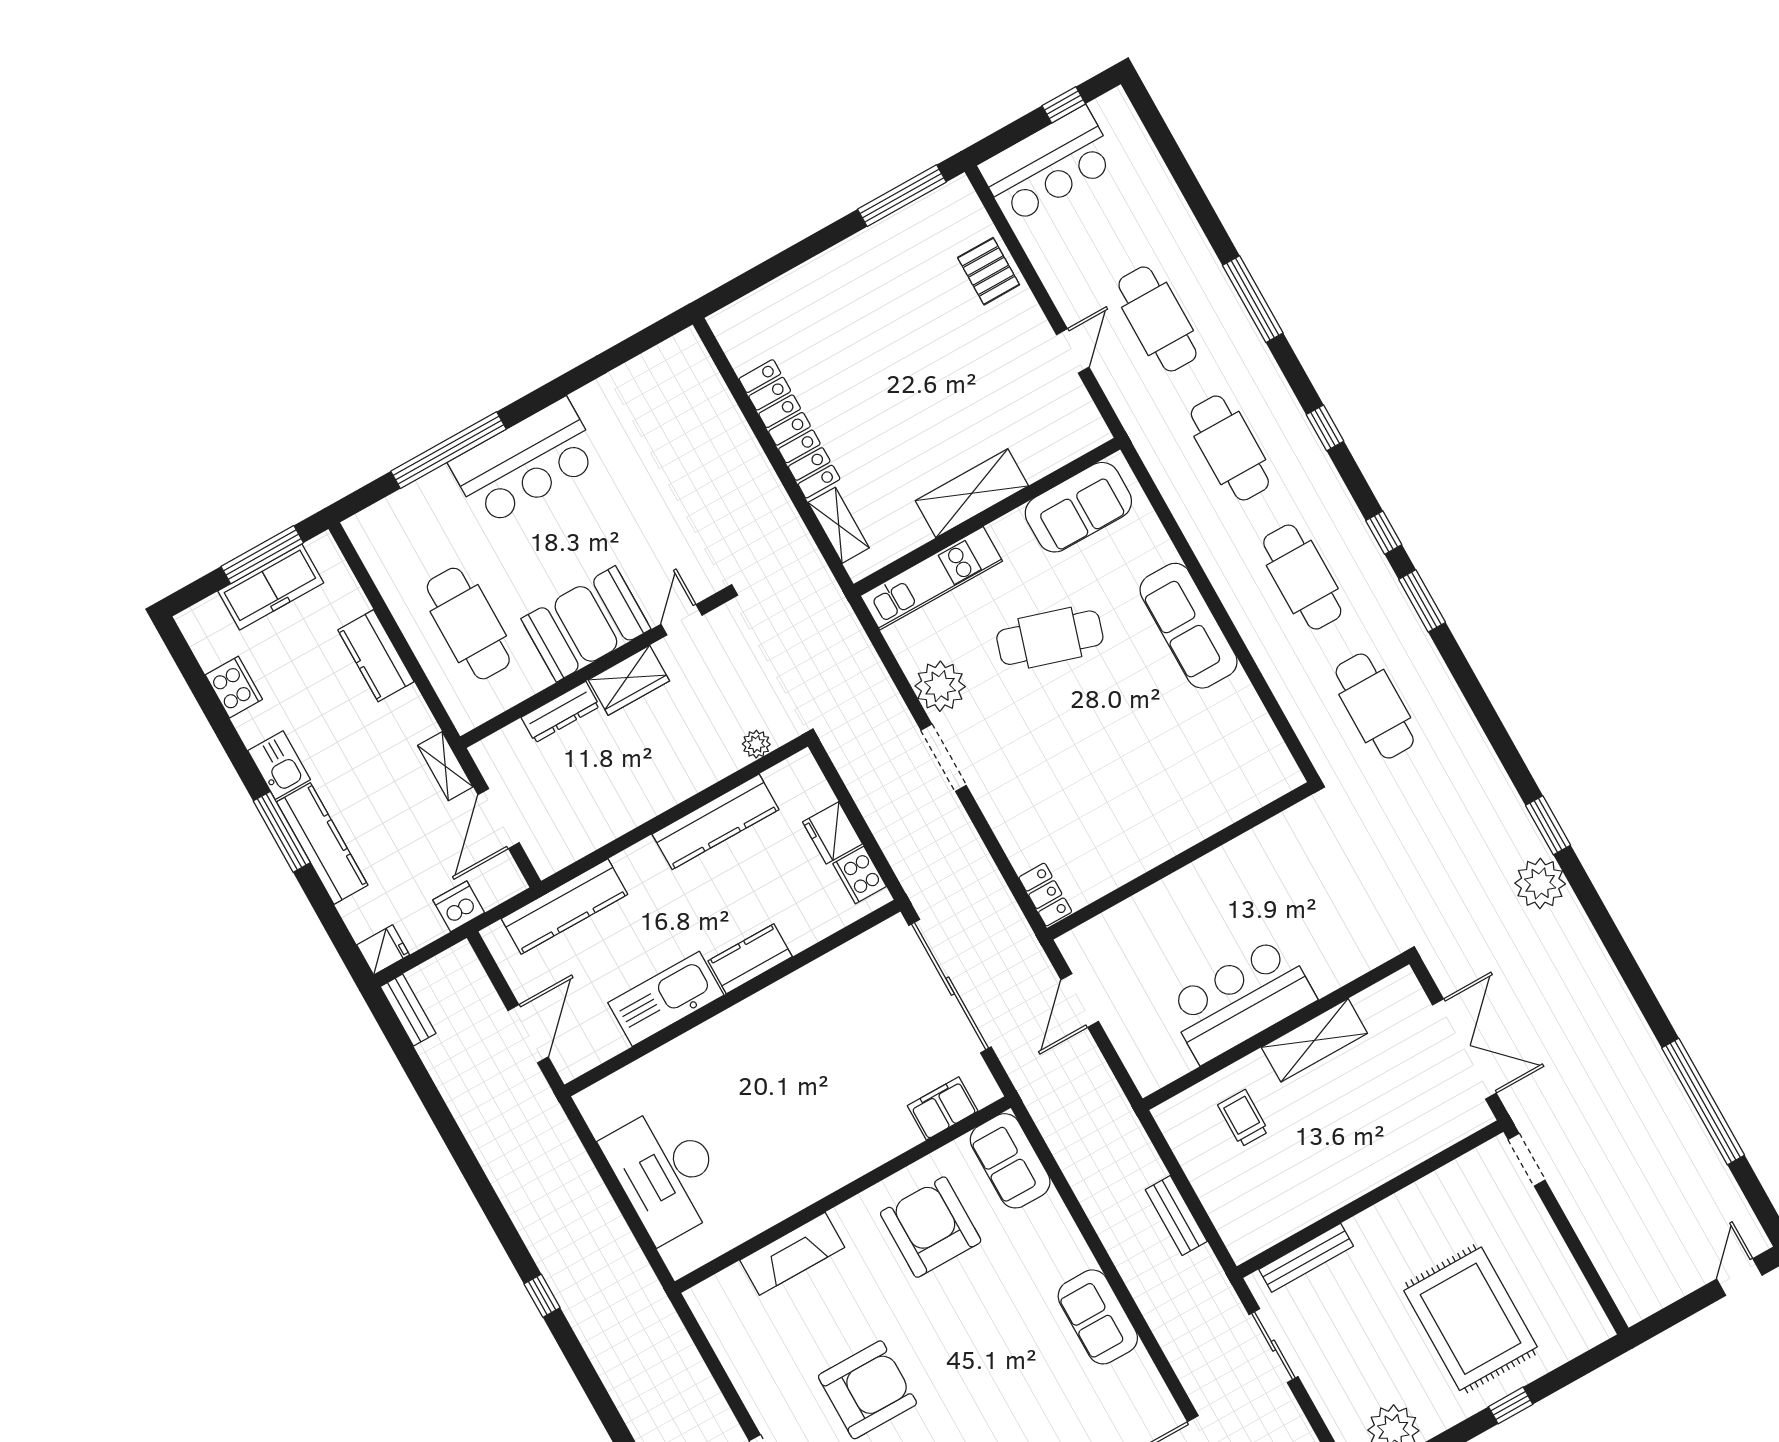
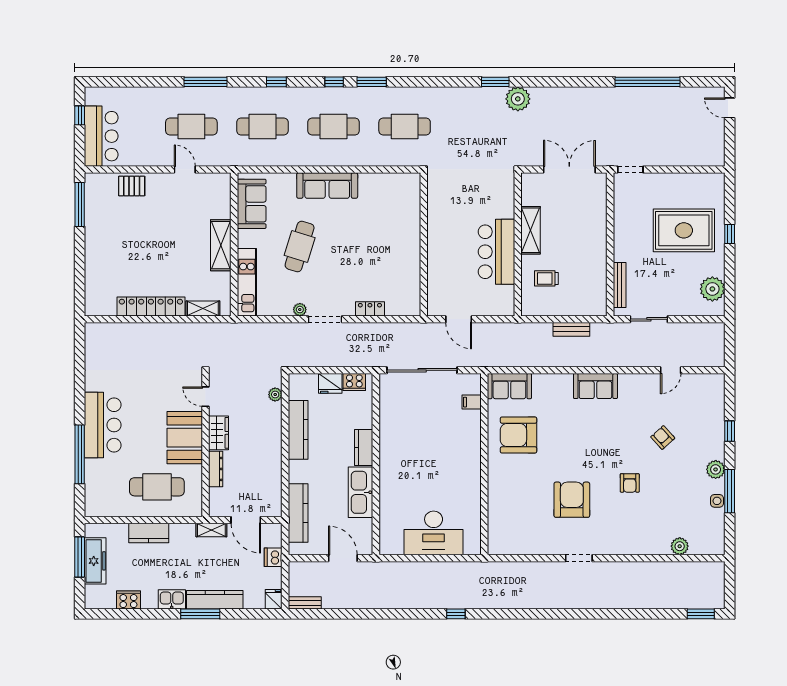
plant: (940, 686) -> (300, 310), width x0.53, depth x0.53
locker: (1045, 895) -> (370, 309), moved
filing cabinet: (943, 1108) -> (472, 402), width x0.50
fireplace: (792, 1254) -> (497, 499), removed

